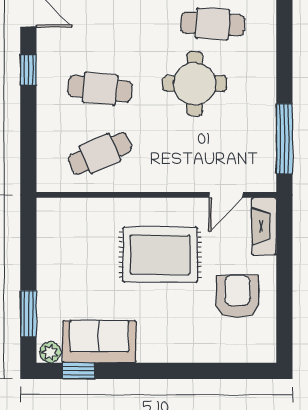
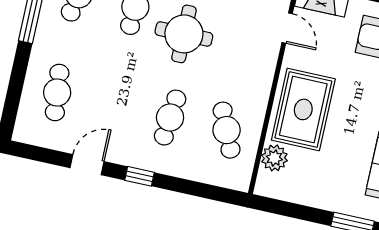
plant: (81, 212) -> (274, 158), added
rug: (160, 255) -> (303, 109), moved

